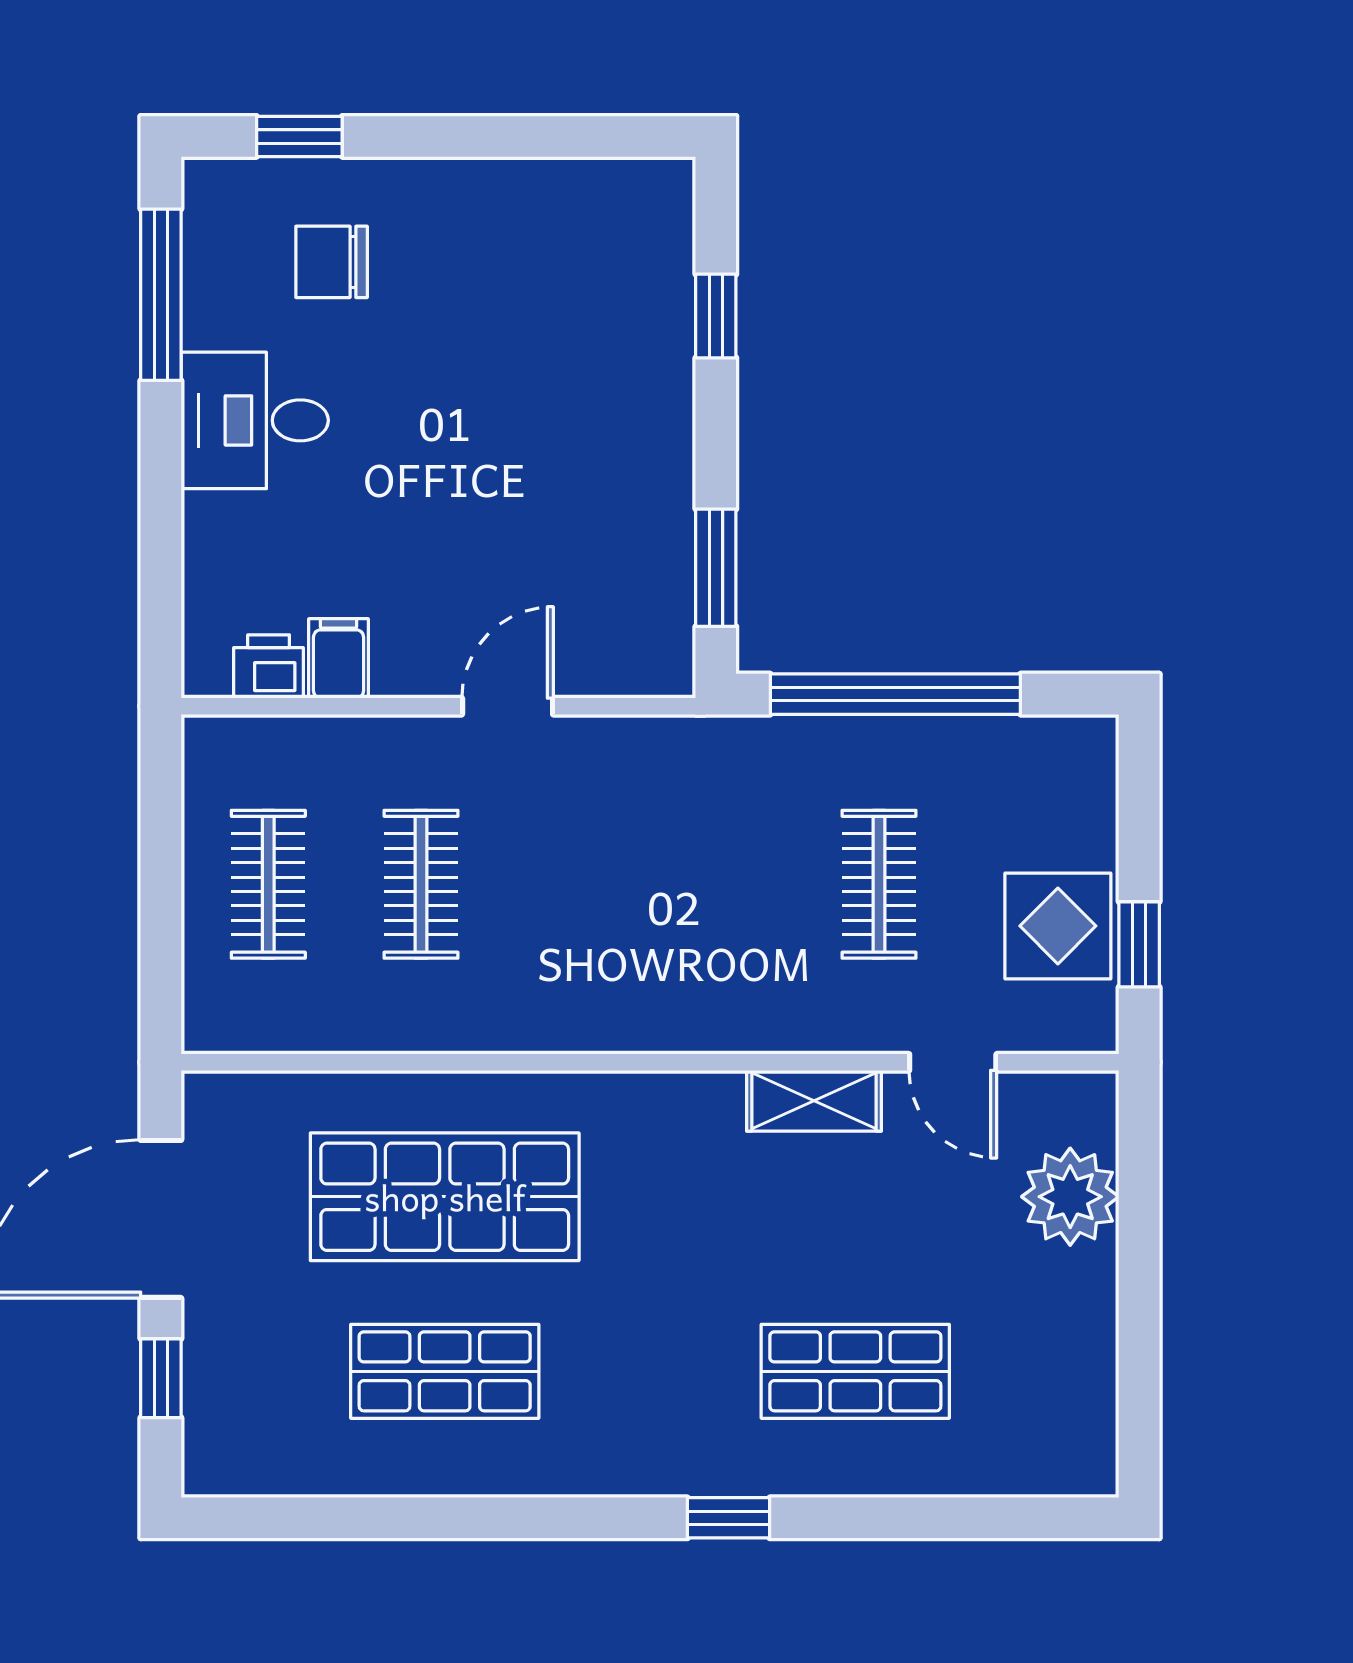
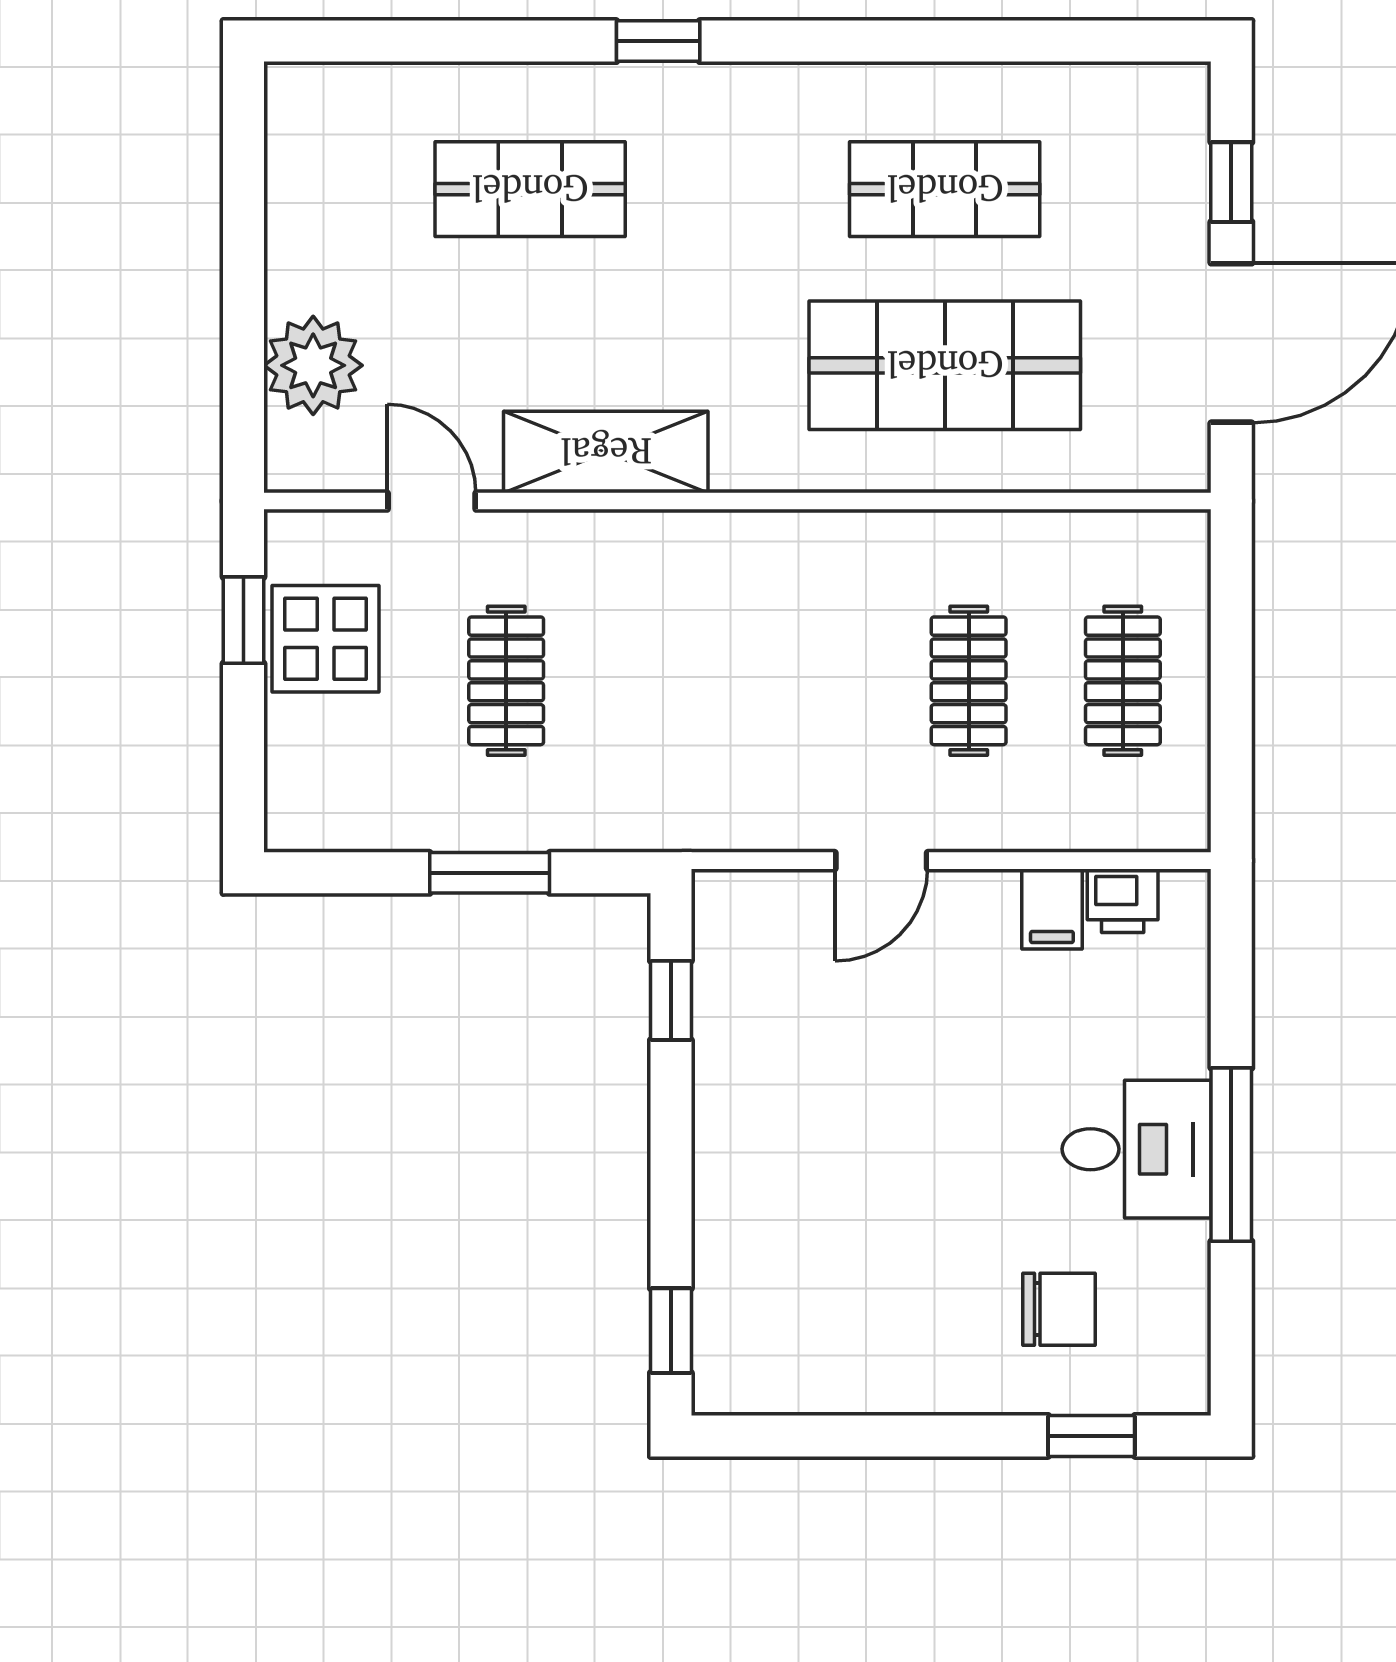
window: (161, 295) -> (1231, 1155), moved
window: (716, 316) -> (671, 1331), moved
window: (716, 568) -> (671, 1000), width x0.67
window: (895, 694) -> (490, 873), width x0.47
shelving: (814, 1101) -> (606, 452), width x1.50, depth x1.33

